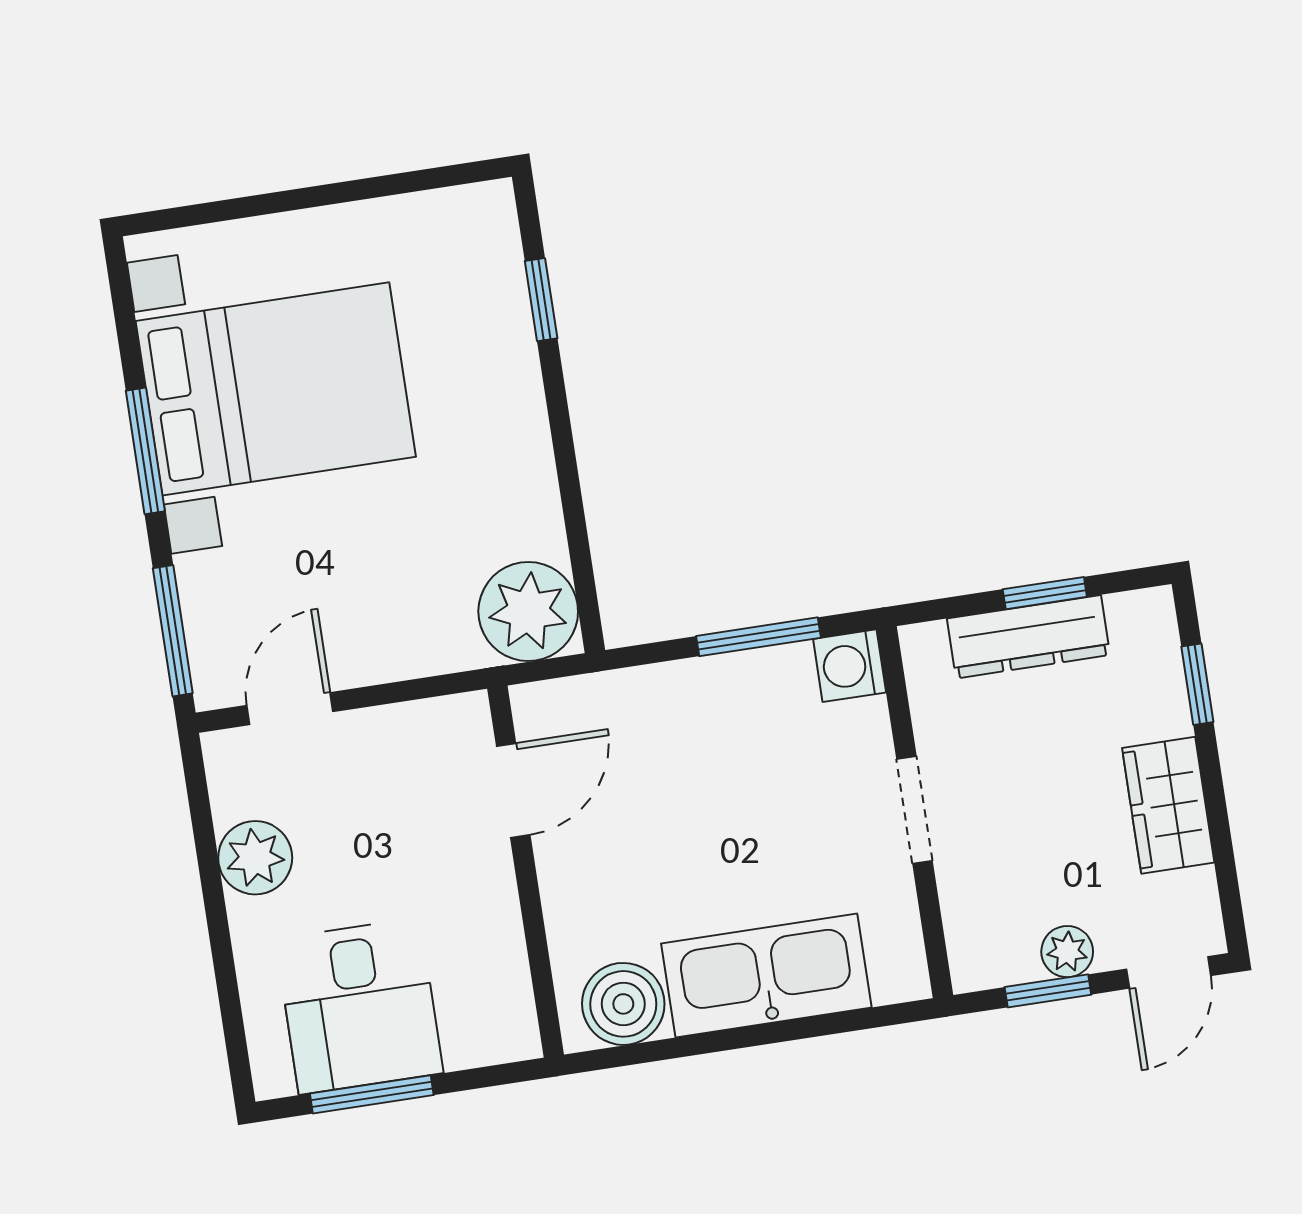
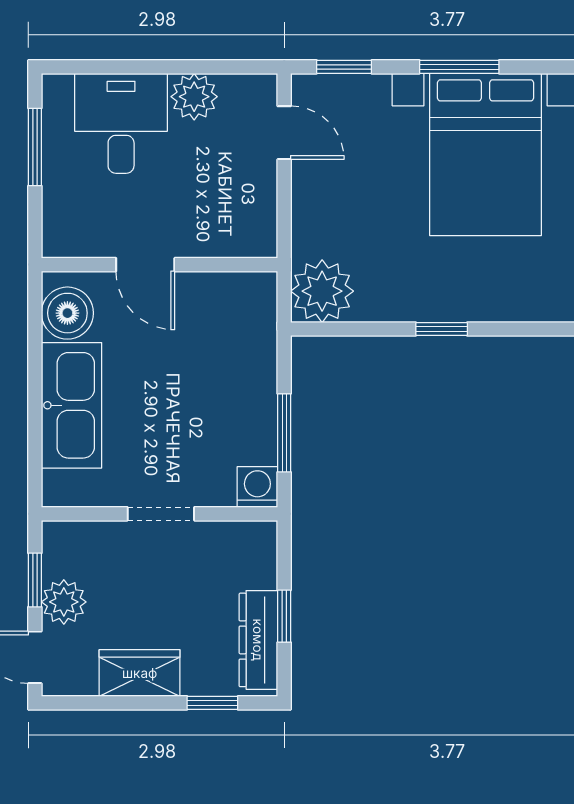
window: (541, 300) -> (442, 329), moved
window: (173, 631) -> (344, 67), width x0.67
dresser: (1028, 637) -> (258, 640), moved
door: (513, 790) -> (145, 265), moved
plant: (1067, 952) -> (64, 602), width x1.38, depth x1.38
desk: (359, 1006) -> (121, 123), moved, turned 90

